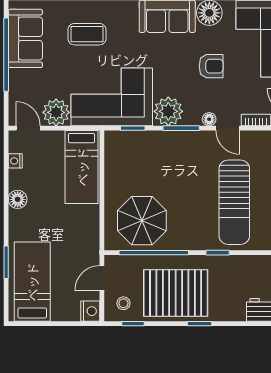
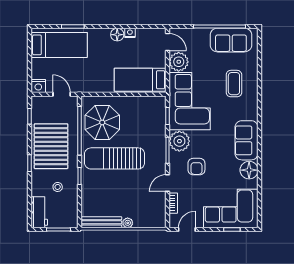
armchair: (211, 66) -> (196, 167), moved
floor lamp: (209, 119) -> (174, 170), removed
door: (28, 128) -> (168, 42), hinge flipped
nightstand: (15, 161) -> (130, 33), moved
sun lounger: (234, 202) -> (115, 158), moved
stool: (123, 303) -> (58, 187), moved

